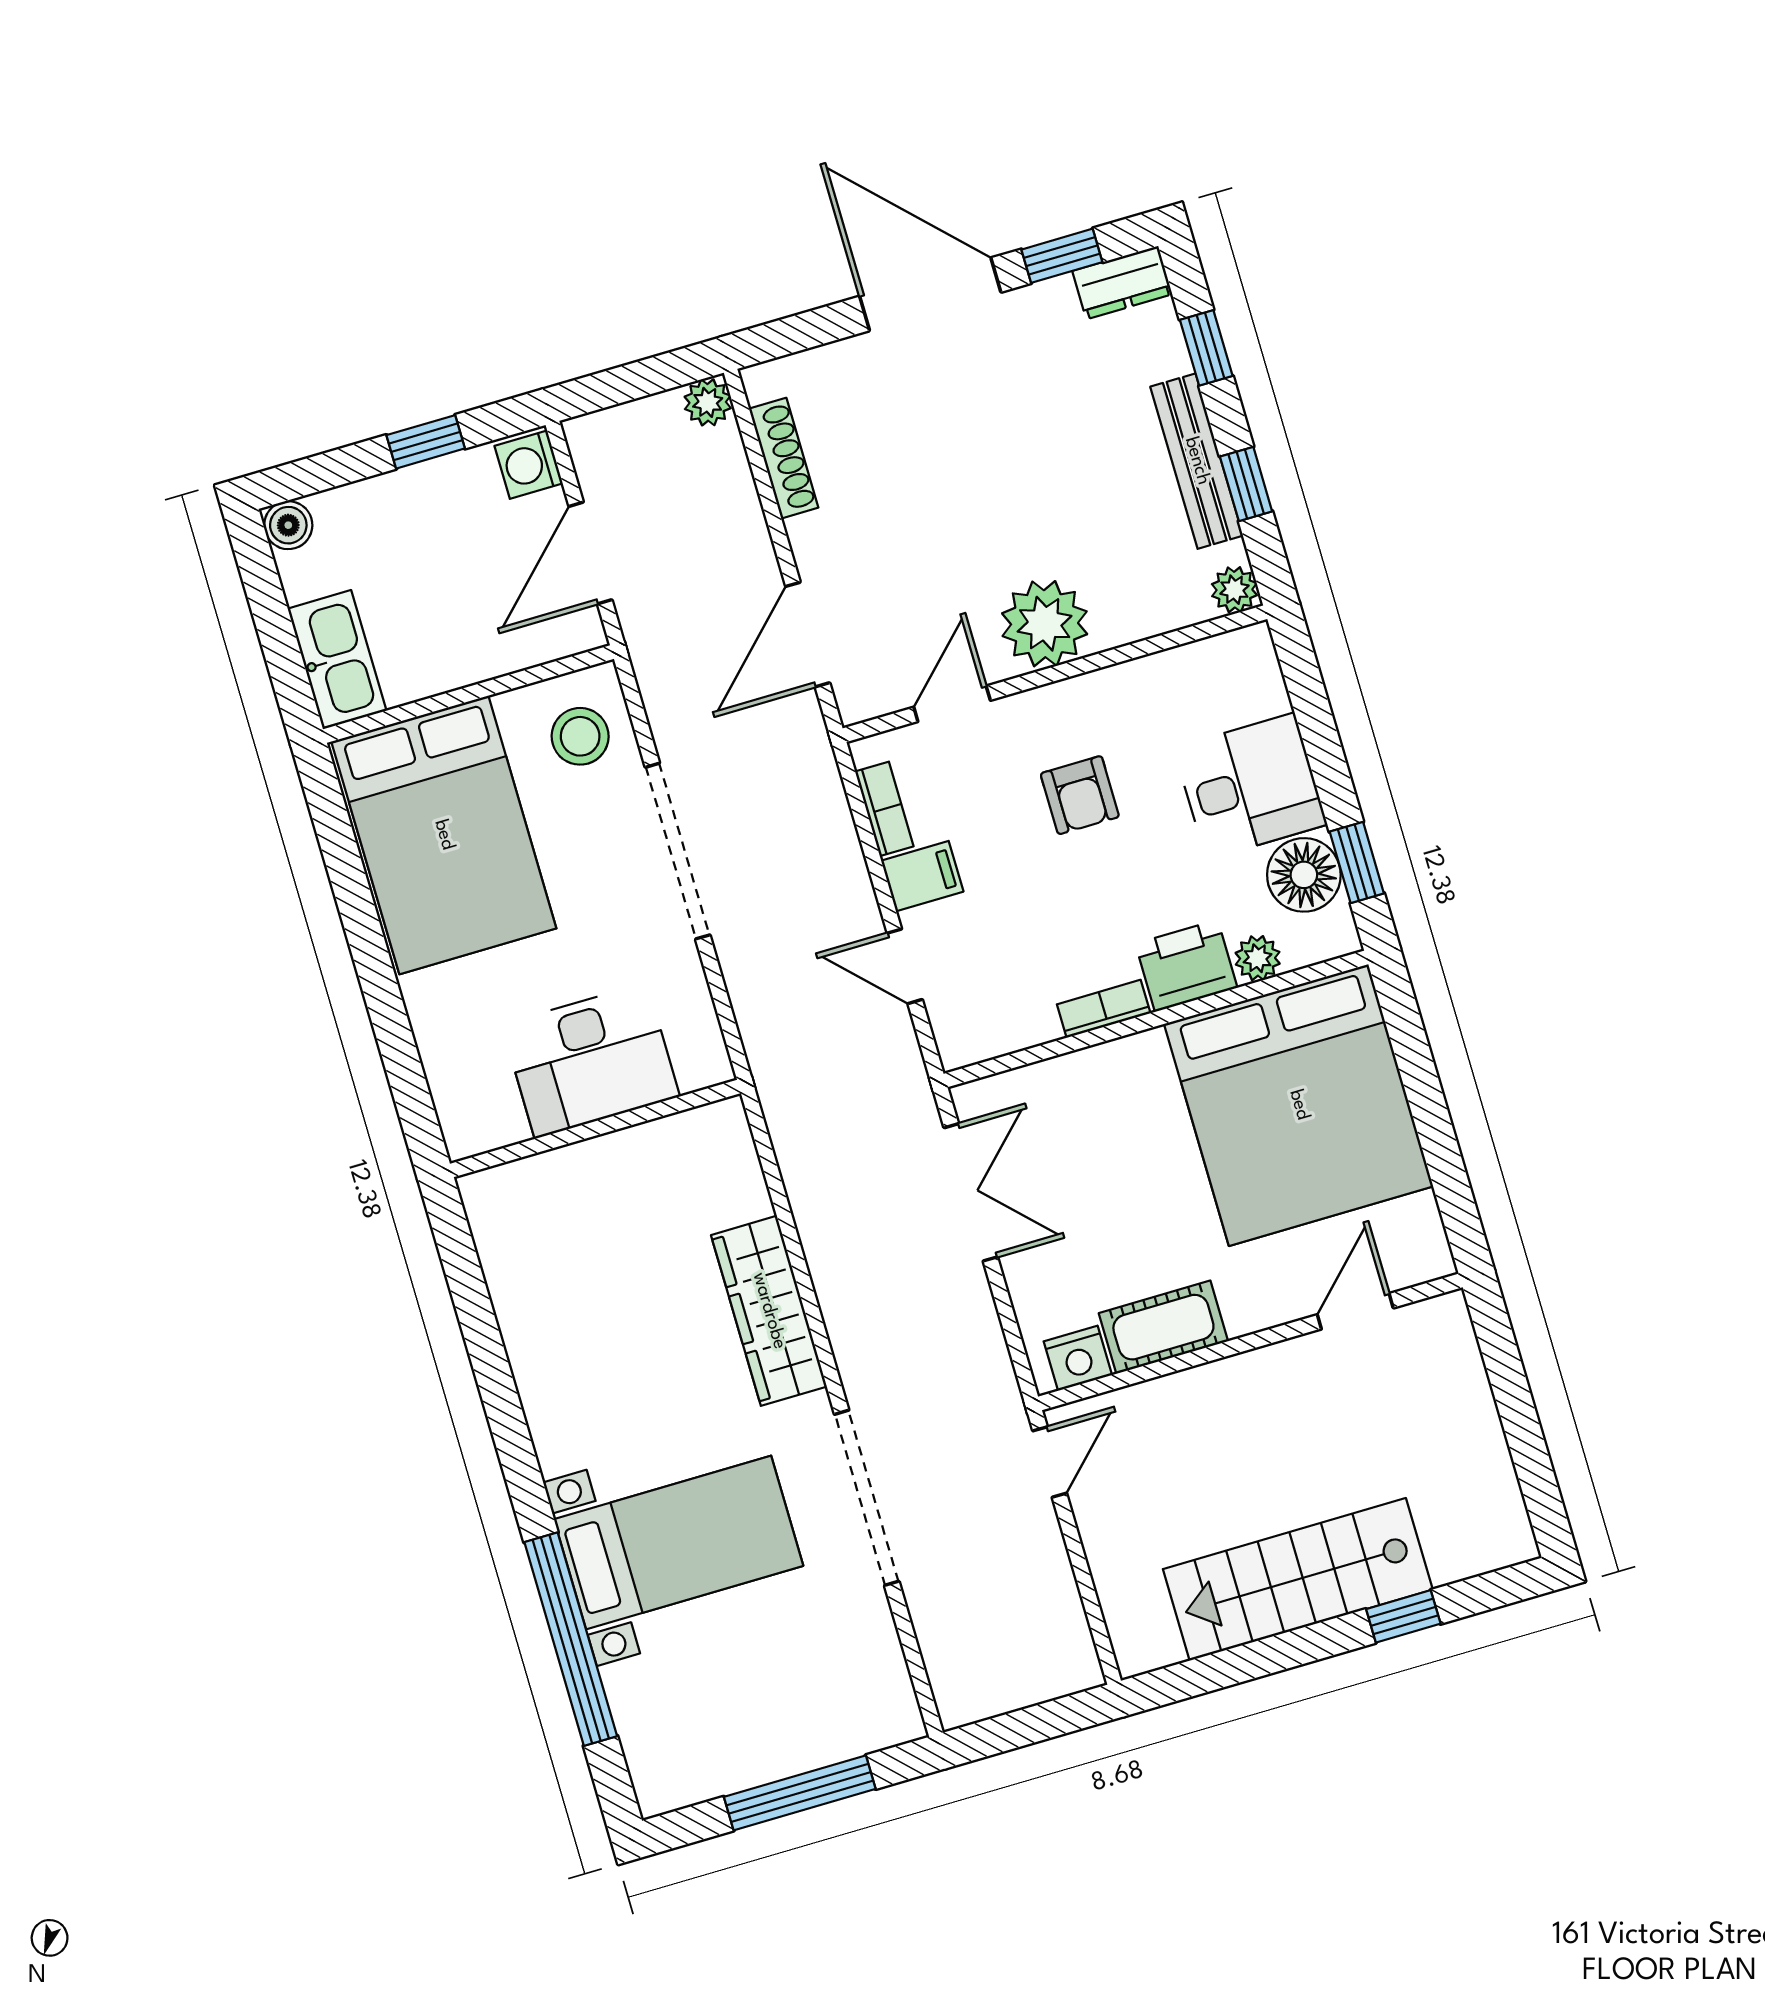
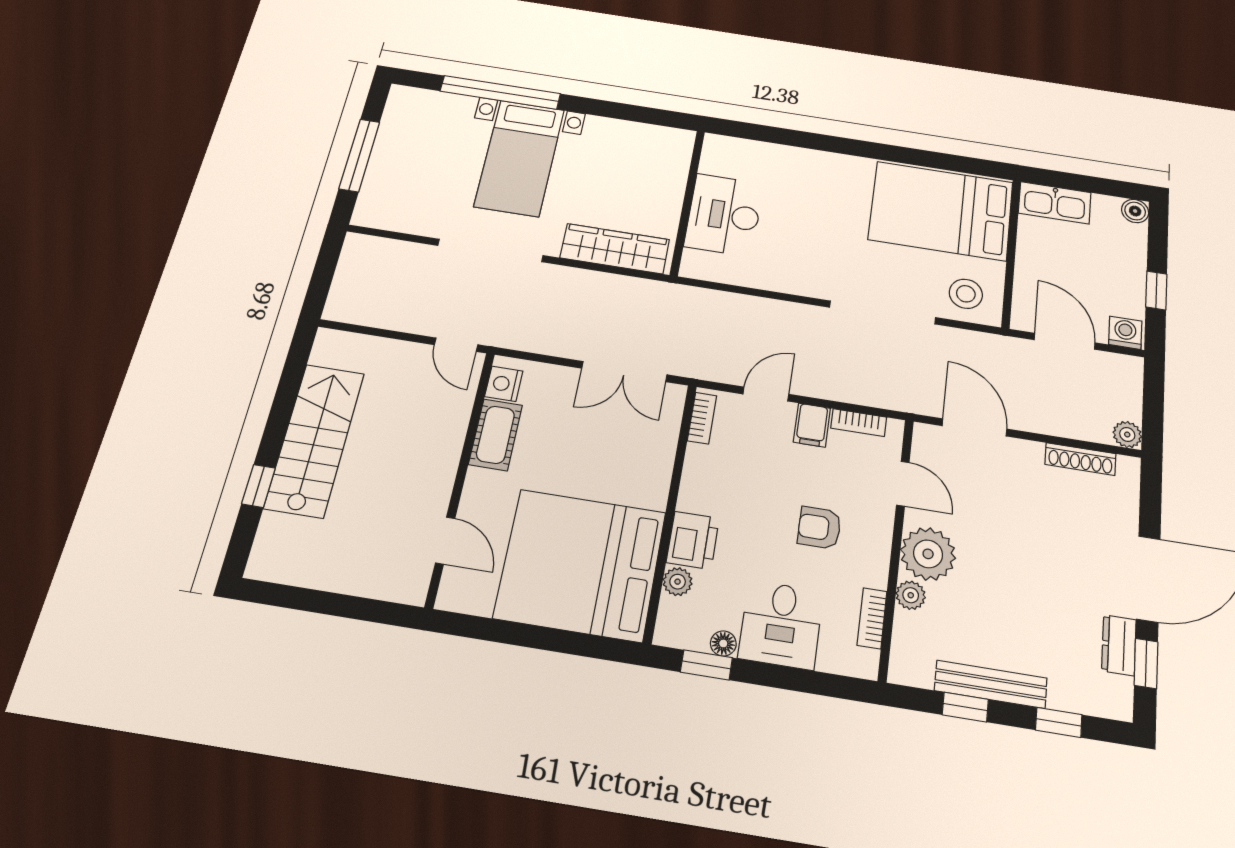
dresser: (1122, 283) -> (1119, 645), moved
plant: (1234, 590) -> (911, 595), moved
bookcase: (1180, 664) -> (872, 618), added
floor lamp: (1304, 875) -> (723, 643), width x0.53, depth x0.53
bookcase: (1104, 1009) -> (702, 418), moved
desk: (591, 1061) -> (724, 215), moved
wall: (595, 1128) -> (688, 202), moved

